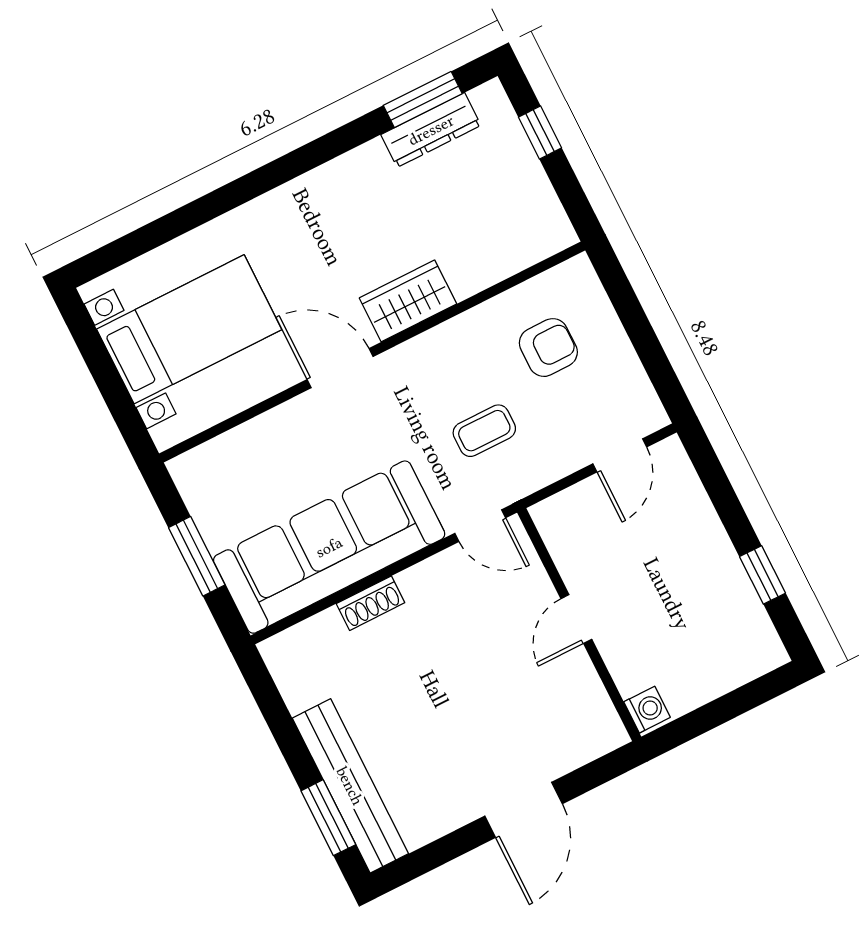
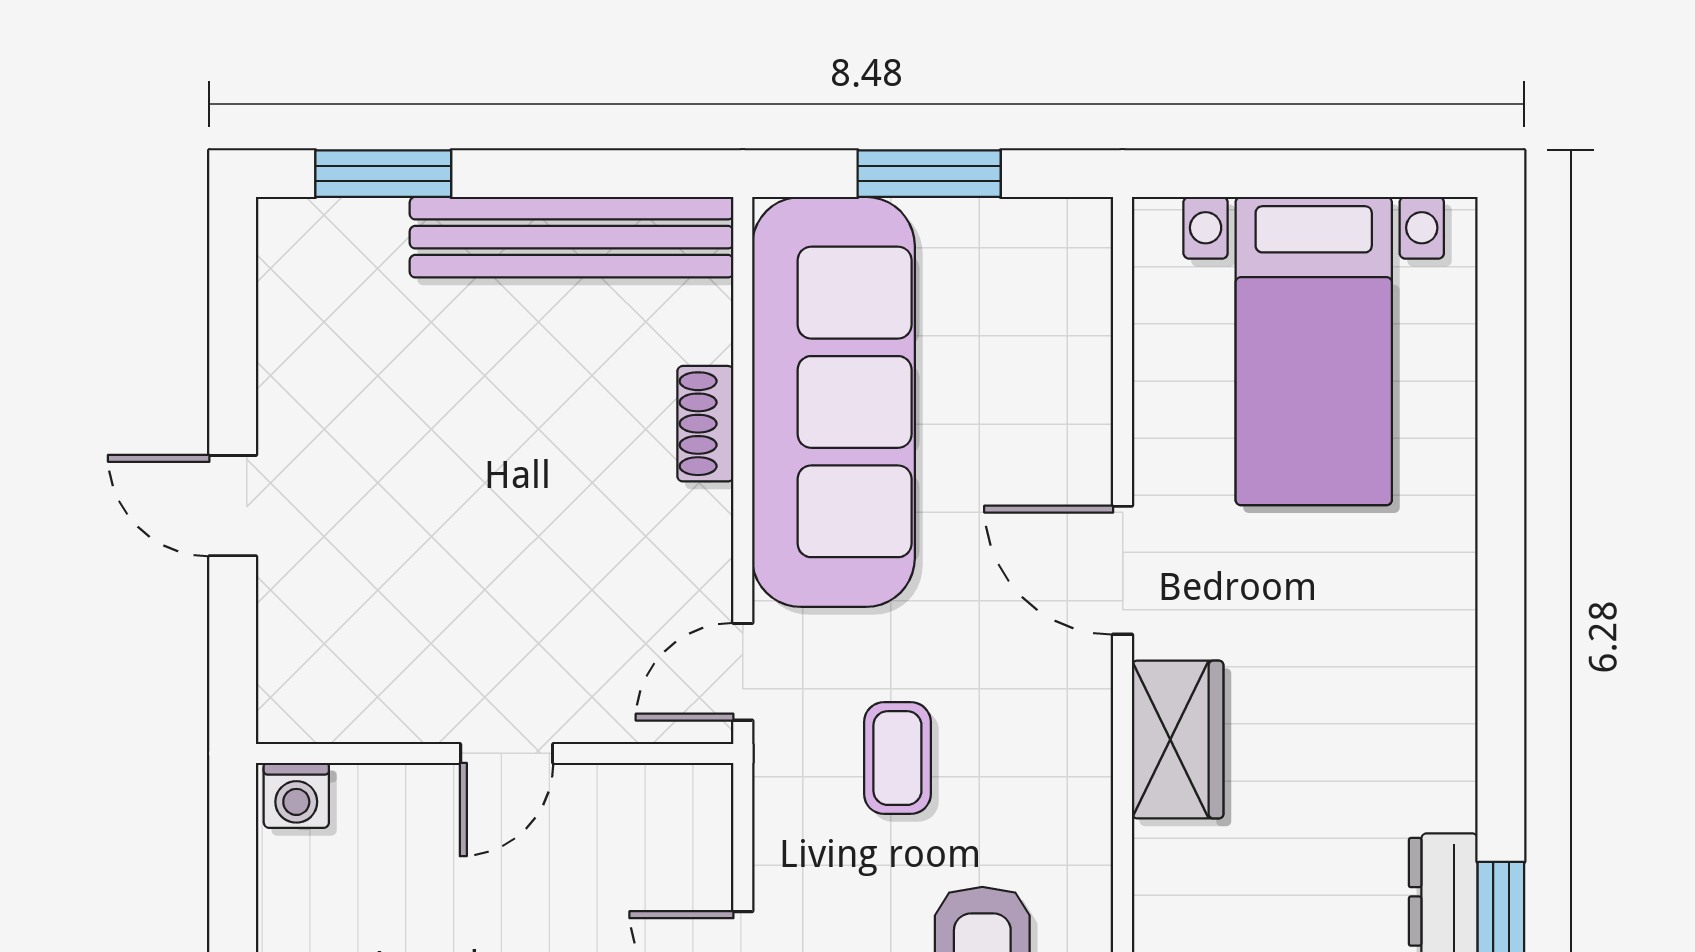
door: (340, 368) -> (1123, 570), swing flipped
door: (576, 619) -> (507, 753), swing flipped
bench: (350, 786) -> (572, 237), moved
door: (524, 810) -> (233, 506), width x0.73

